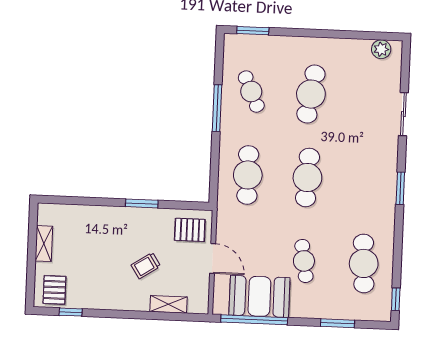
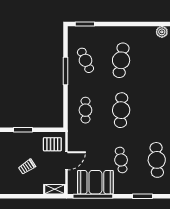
cafe table: (248, 175) -> (85, 110), width x0.73, depth x0.74
door: (213, 258) -> (67, 161), hinge flipped
shelving: (169, 304) -> (55, 189), moved

